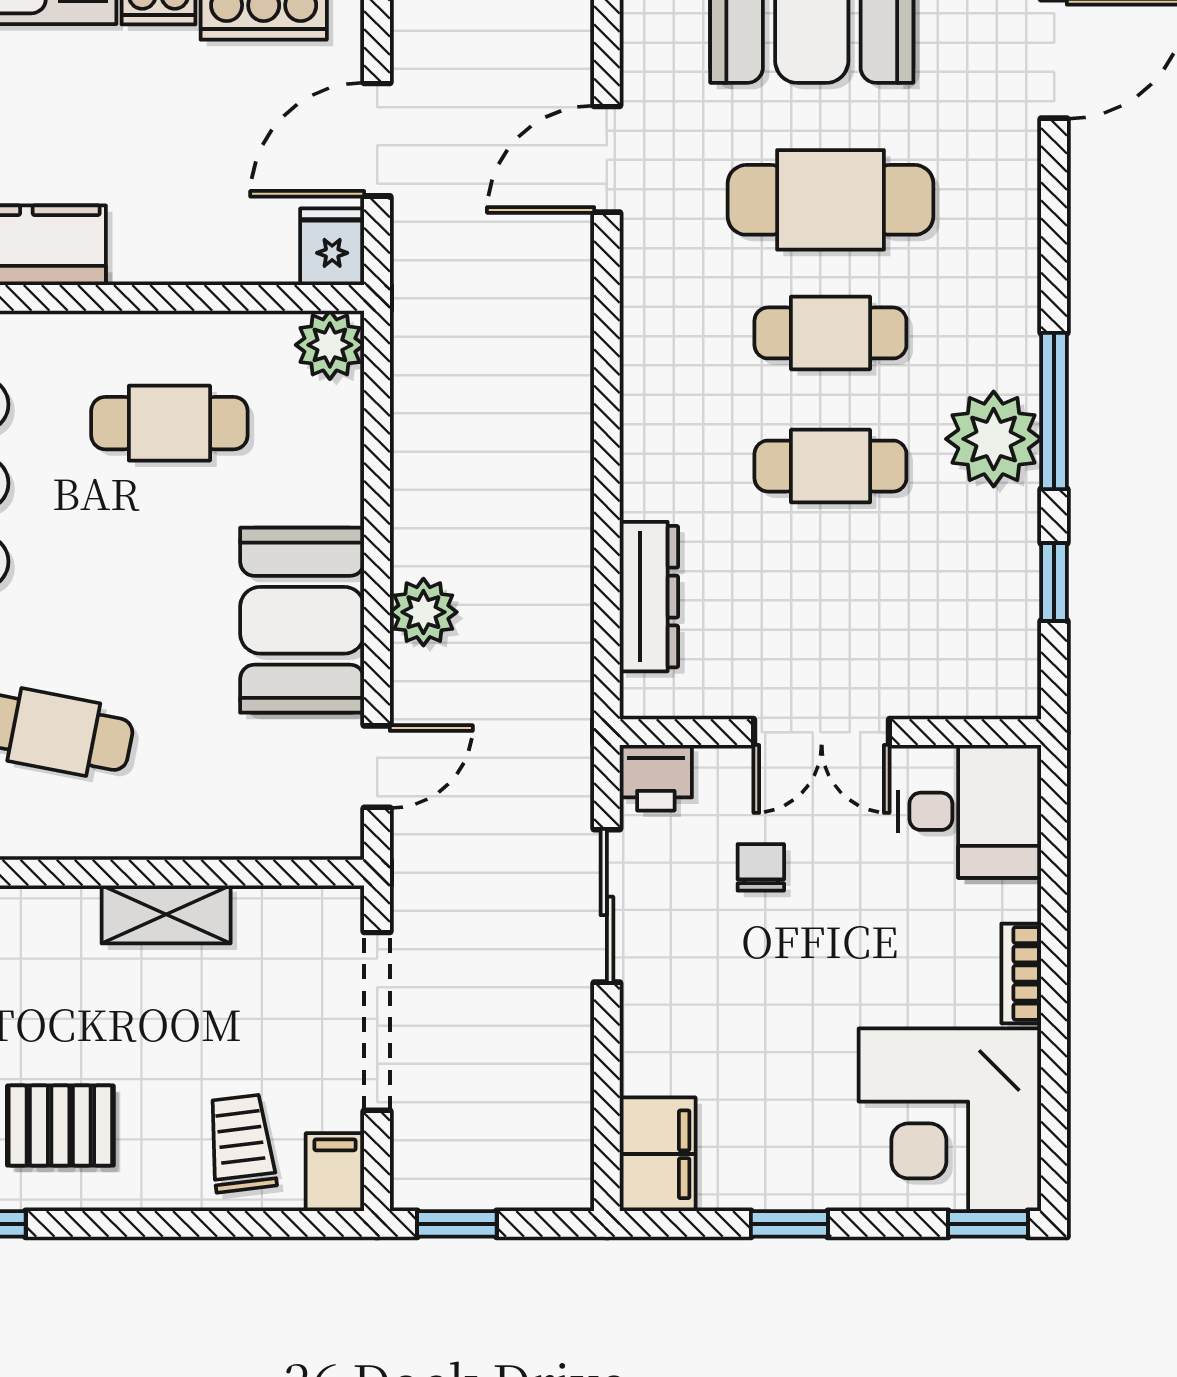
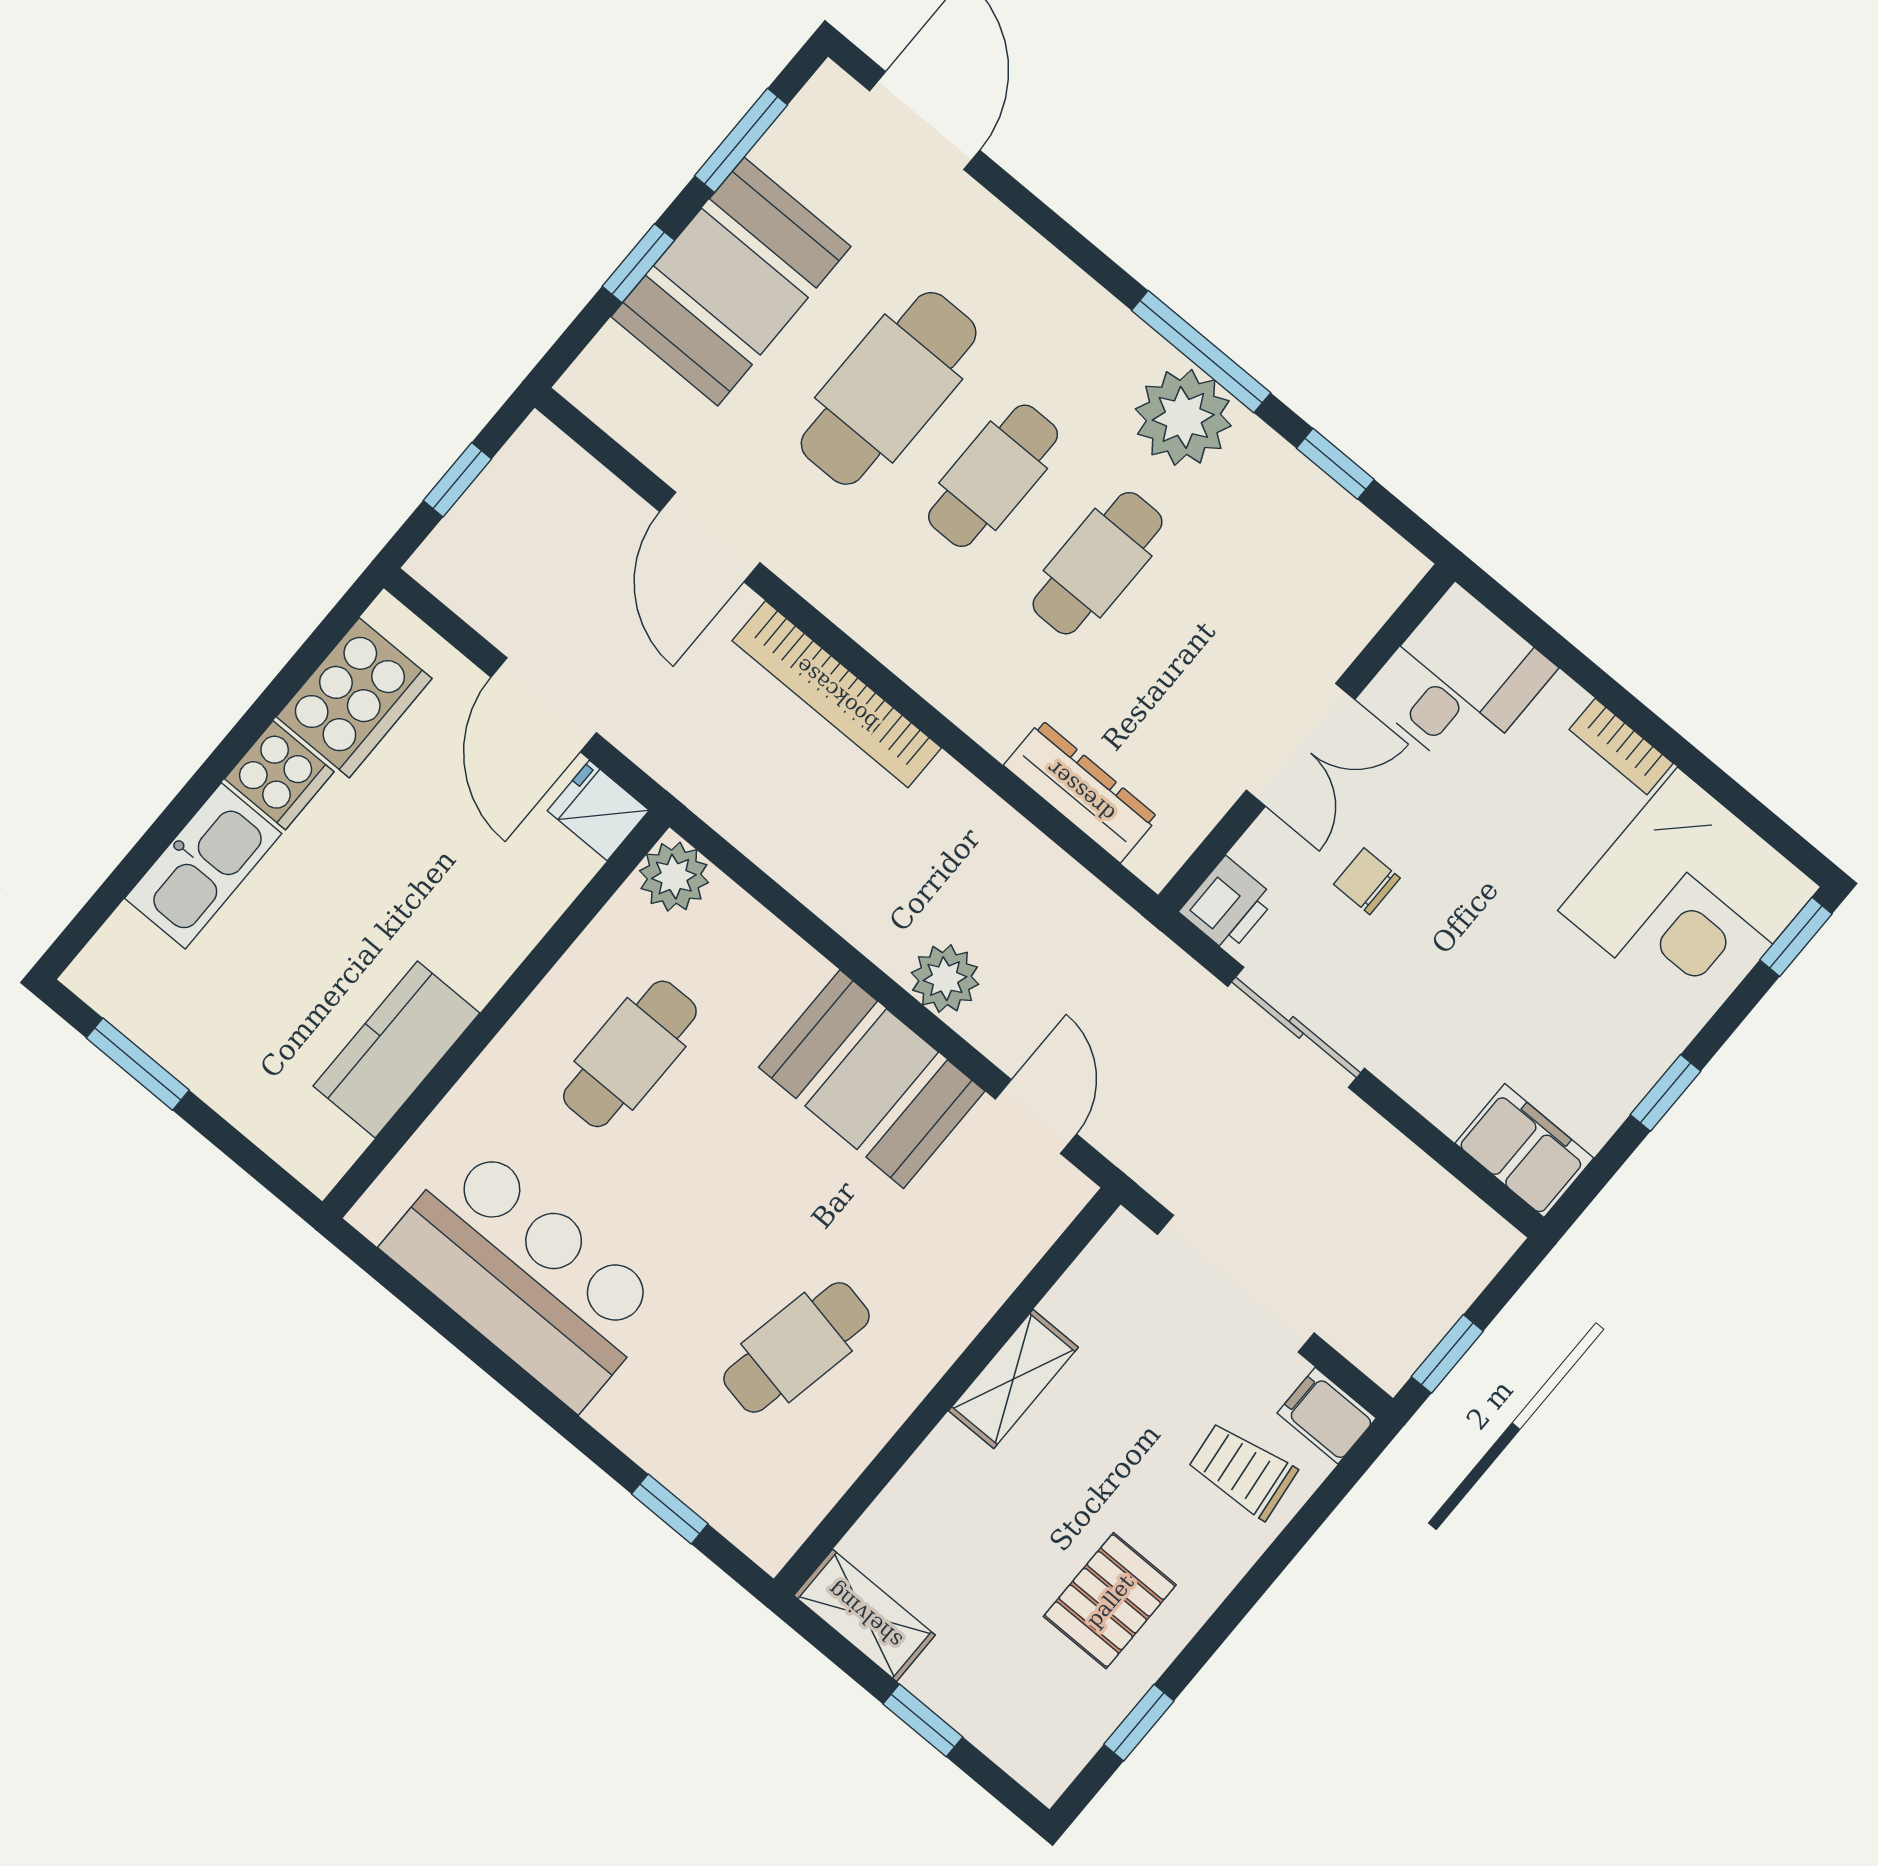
bookcase: (569, 353) -> (837, 694), added

